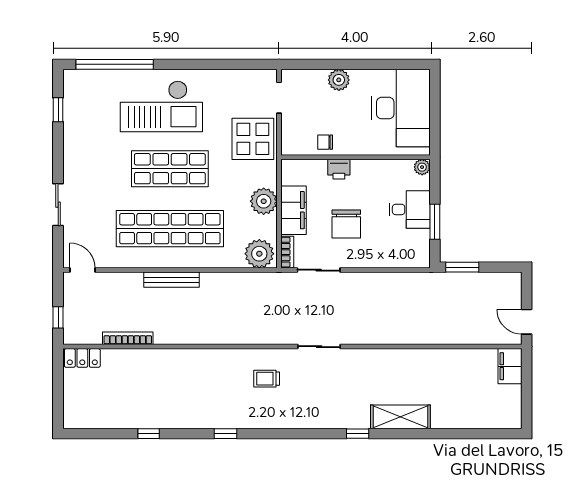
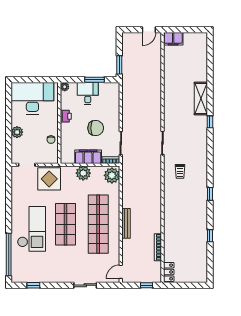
printer: (339, 169) -> (66, 116), moved

